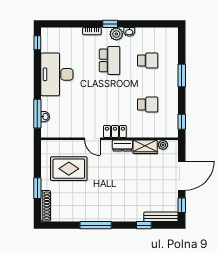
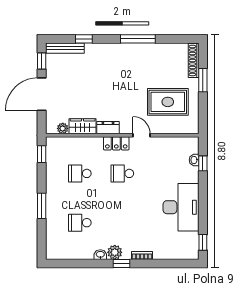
school desk: (110, 60) -> (122, 173), moved, width x0.54
window: (37, 114) -> (203, 163), width x0.46

